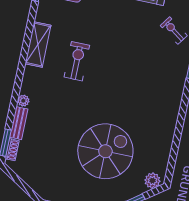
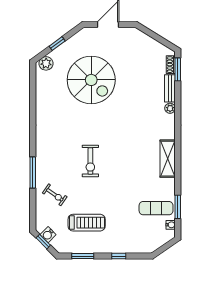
exercise bike: (77, 61) -> (90, 161), moved
spiral stairs: (105, 151) -> (91, 80), turned -90

